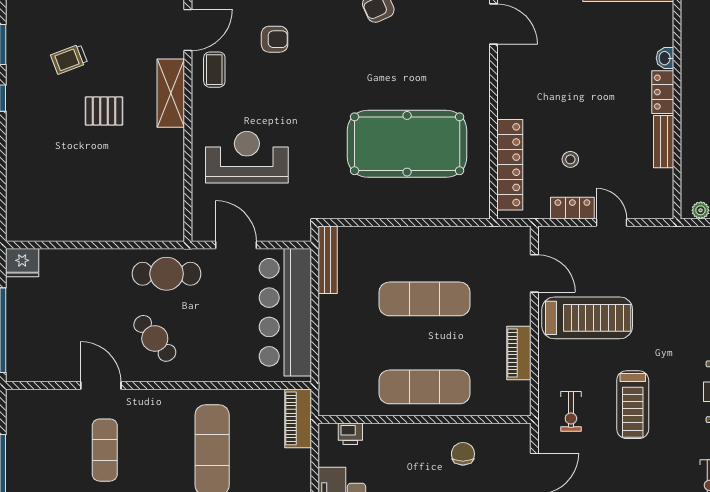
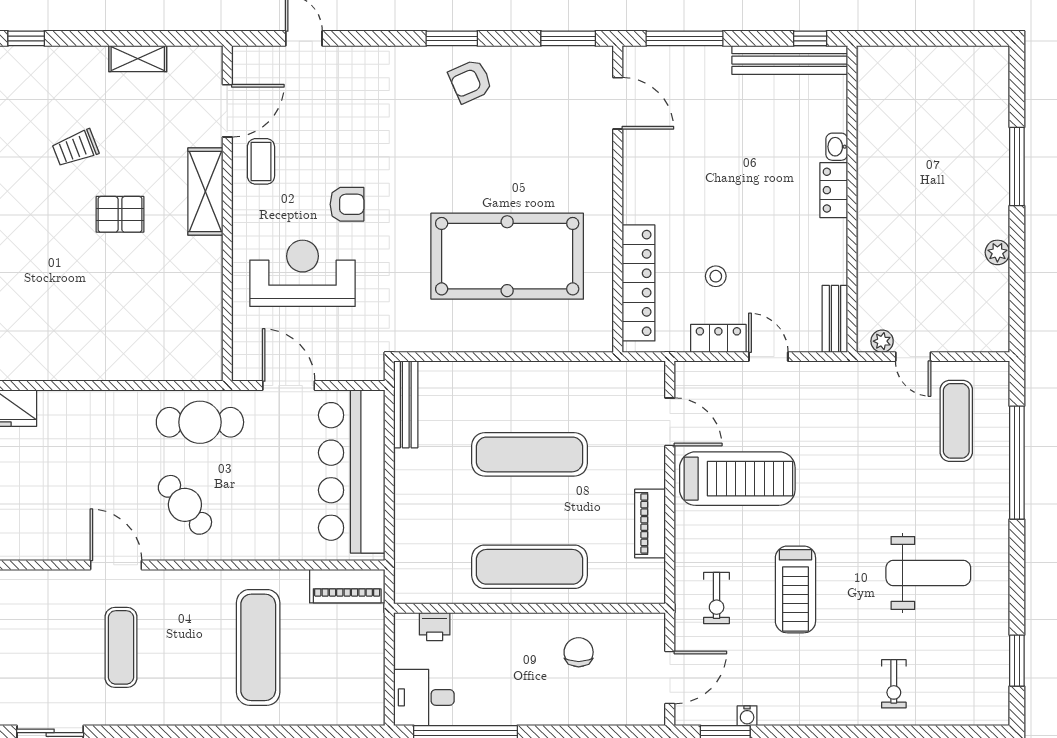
armchair: (275, 39) -> (347, 204), moved
bench: (664, 142) -> (835, 319), moved
piano: (298, 418) -> (347, 586), moved, turned -90

